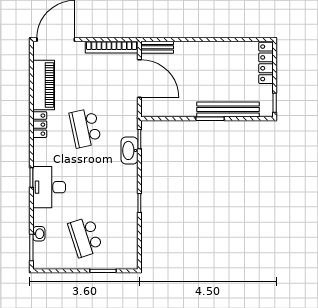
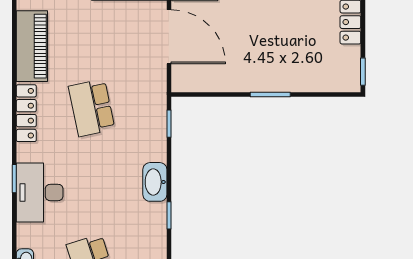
bench: (228, 109) -> (296, 81), removed
locker: (40, 125) -> (26, 113), width x1.53
washbasin: (129, 150) -> (155, 182), moved

